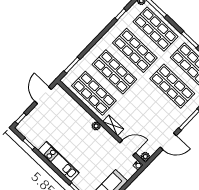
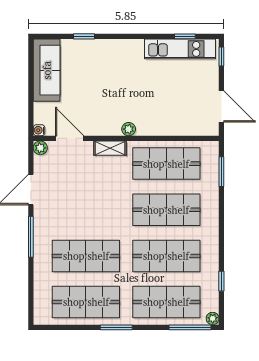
door: (128, 148) -> (70, 138), swing flipped
kitchen unit: (59, 161) -> (180, 49), moved

